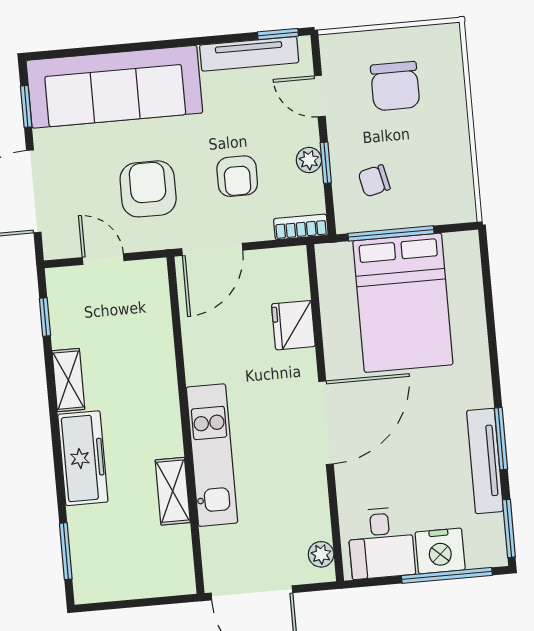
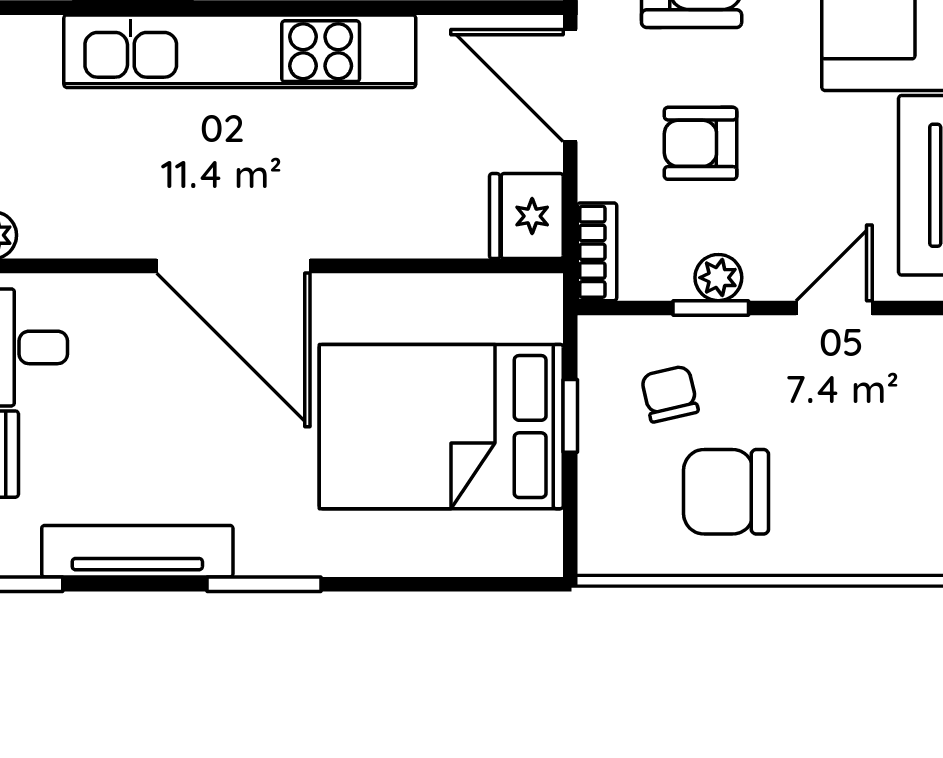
chair: (395, 86) -> (726, 492), moved
window: (391, 233) -> (570, 416), width x0.46
fridge: (293, 325) -> (526, 216), moved, turned -90
window: (501, 439) -> (264, 584), moved
kitchen unit: (212, 455) -> (240, 51), width x1.36

